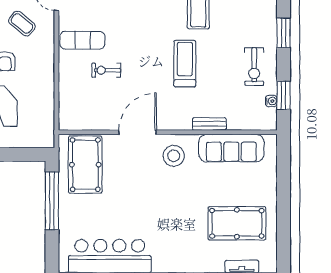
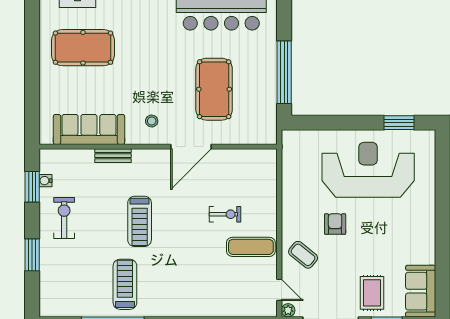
coffee table: (22, 23) -> (303, 255), moved
stool: (174, 156) -> (152, 121), width x0.53, depth x0.53
pool table: (85, 165) -> (214, 89), moved

